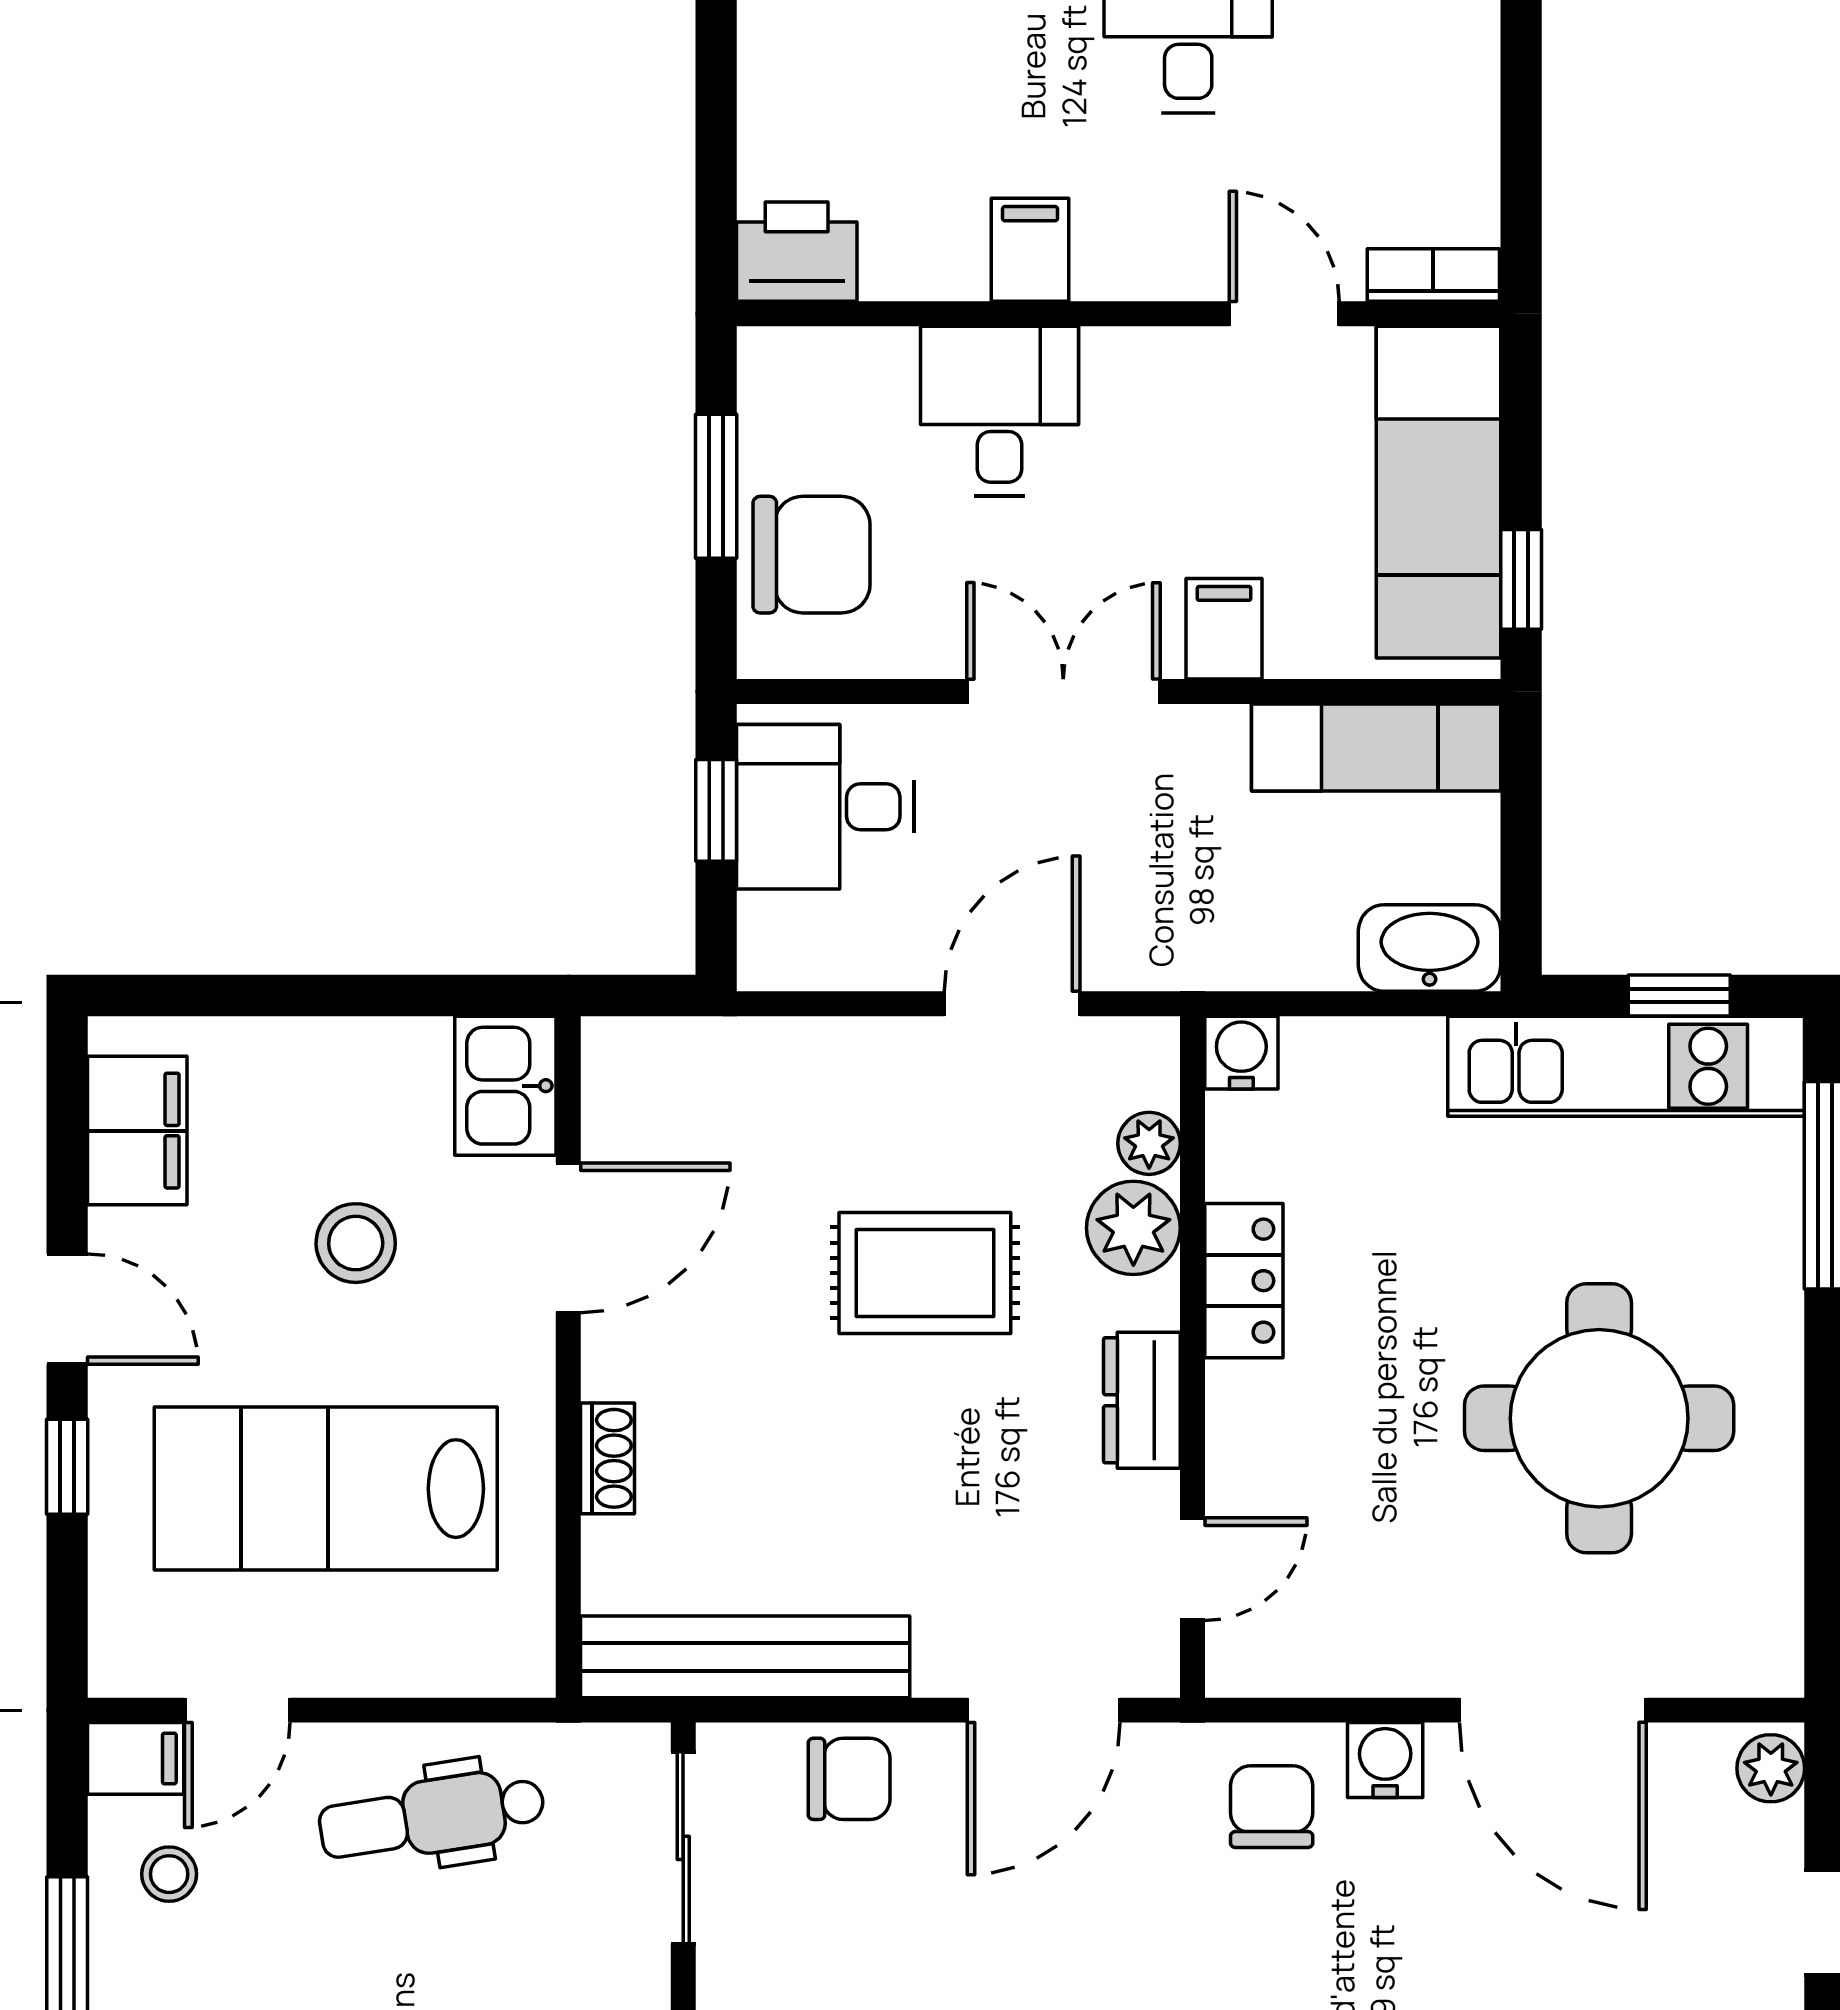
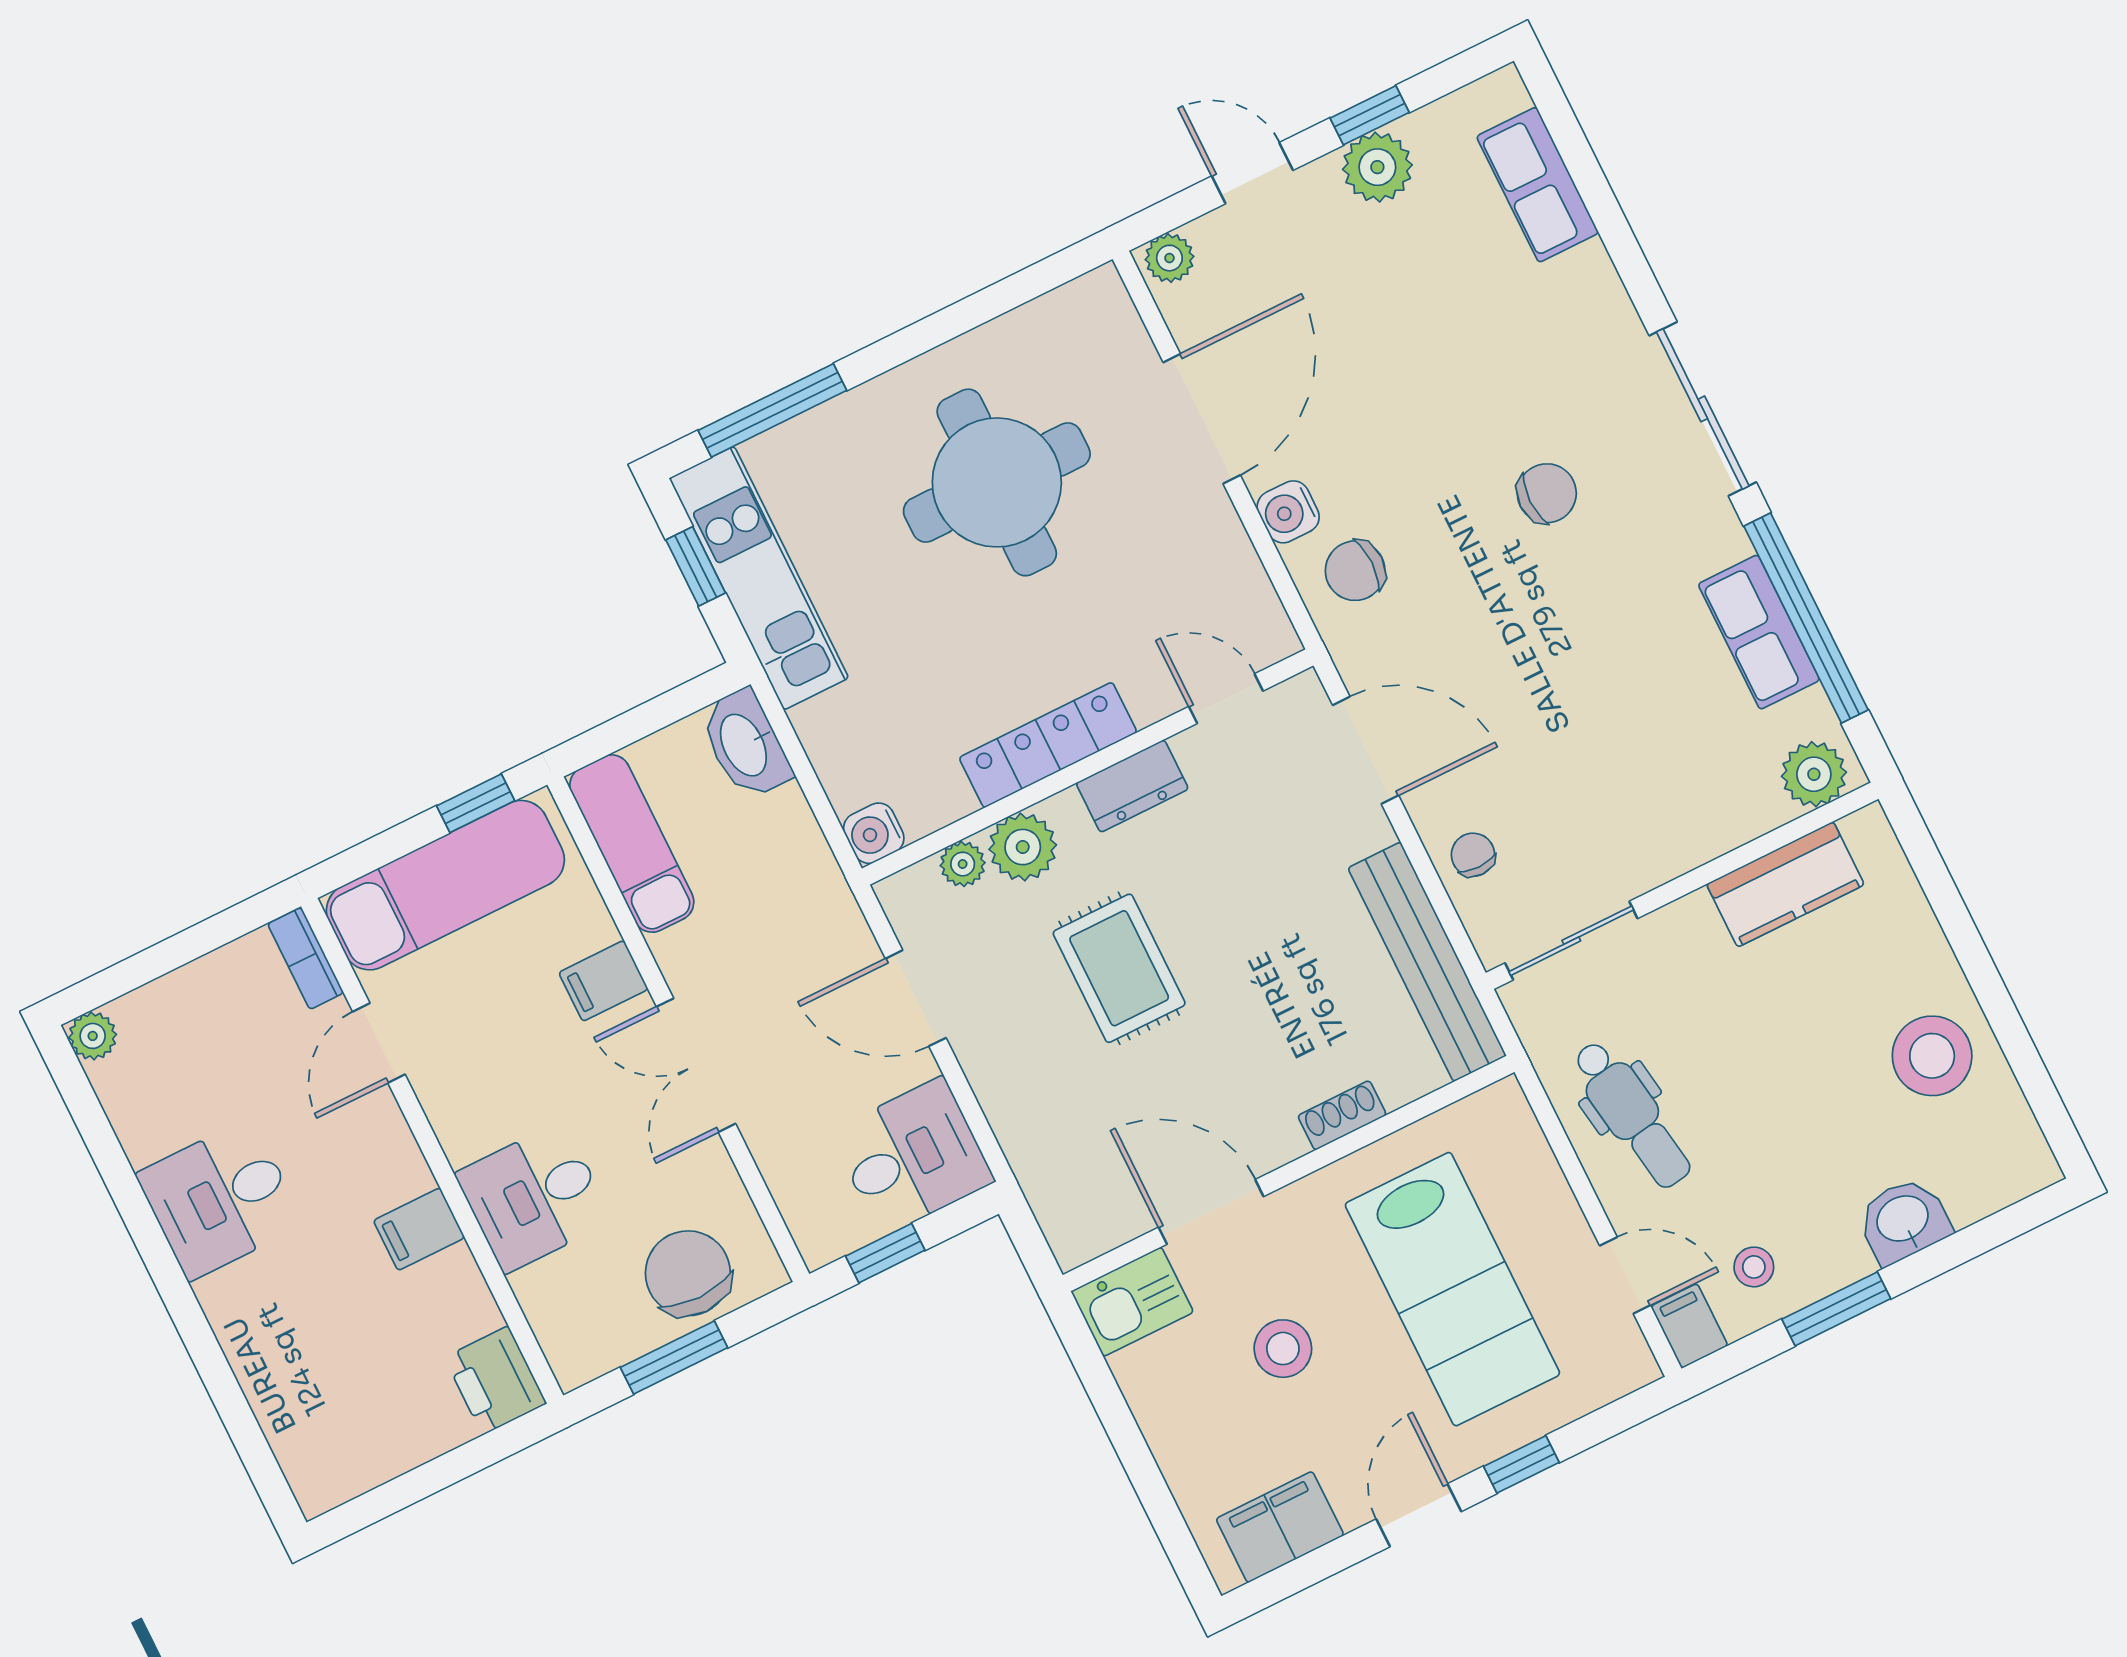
desk: (825, 807) -> (912, 1156), moved, turned -90
locker: (1244, 1281) -> (1048, 745), width x1.53
chair: (849, 1779) -> (1473, 855), width x0.73, depth x0.73

